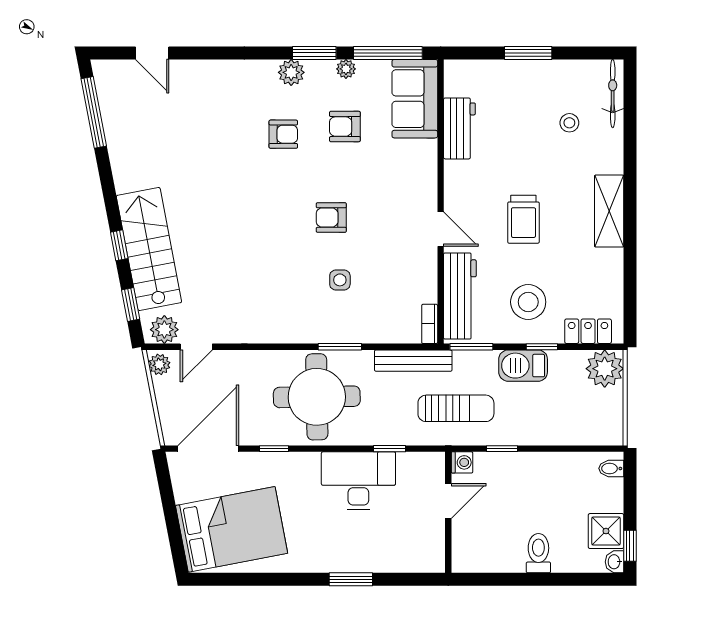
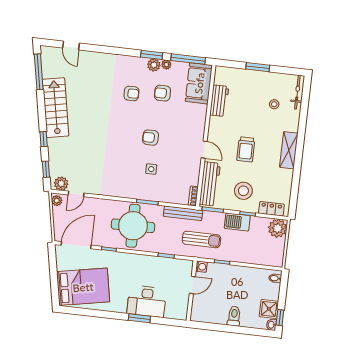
plant: (291, 72) -> (154, 65), moved
stairs: (149, 249) -> (56, 108), moved
desk: (358, 481) -> (147, 301), moved, turned 180

